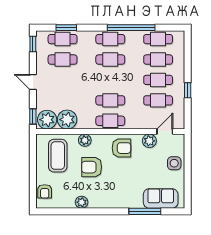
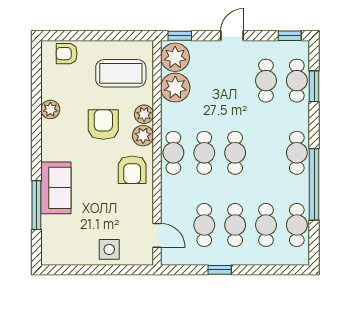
cafe table: (110, 60) -> (235, 153), moved
plant: (149, 141) -> (143, 136), moved
sofa: (161, 198) -> (56, 188), moved

